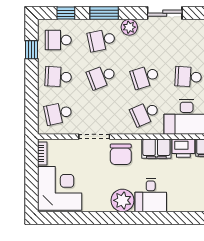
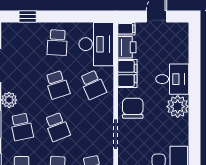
chair: (121, 154) -> (133, 108), turned -90

